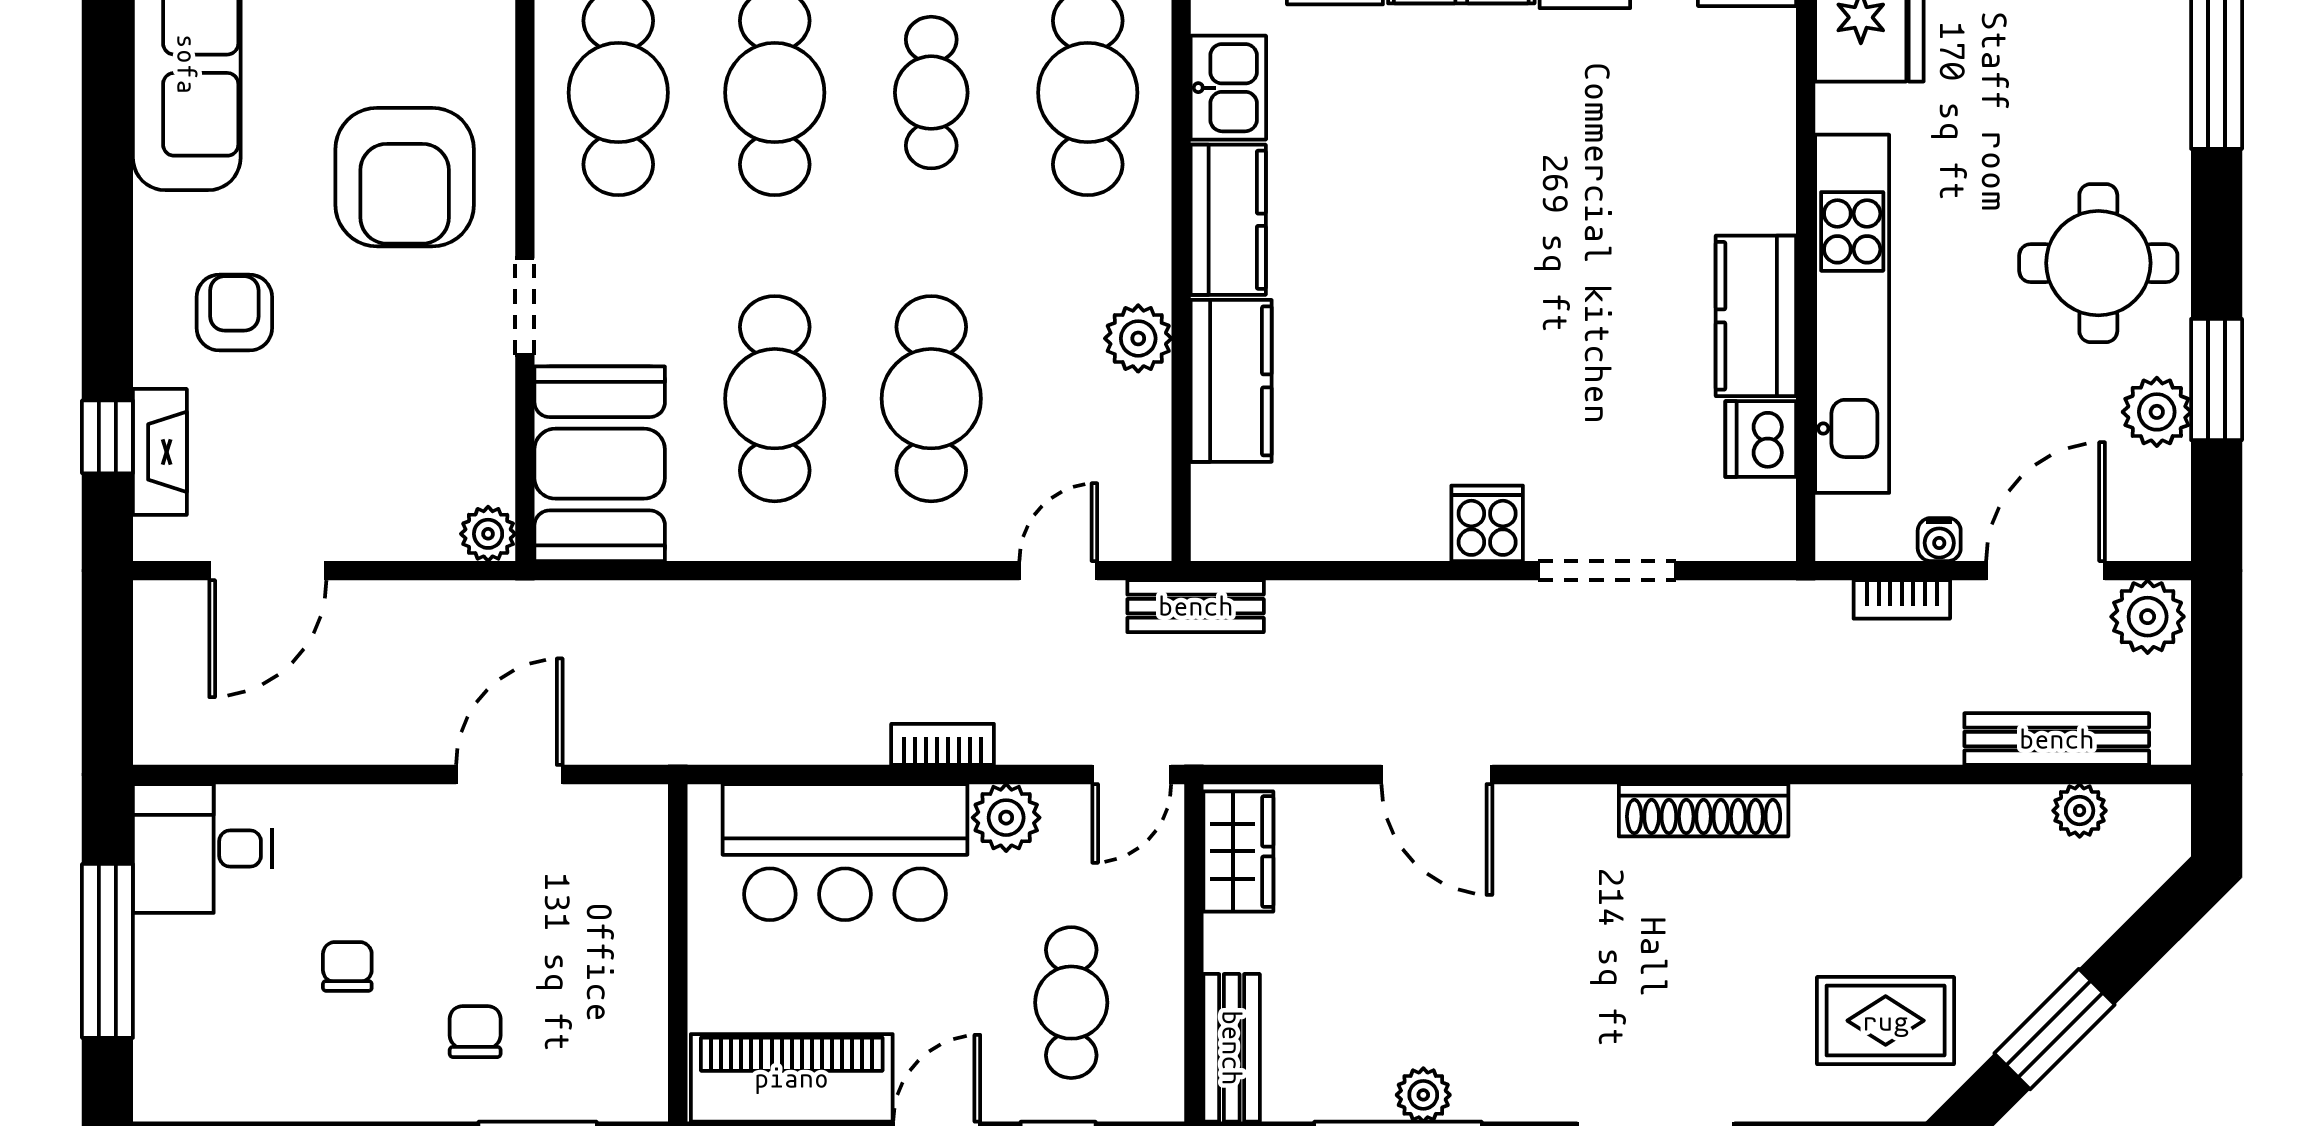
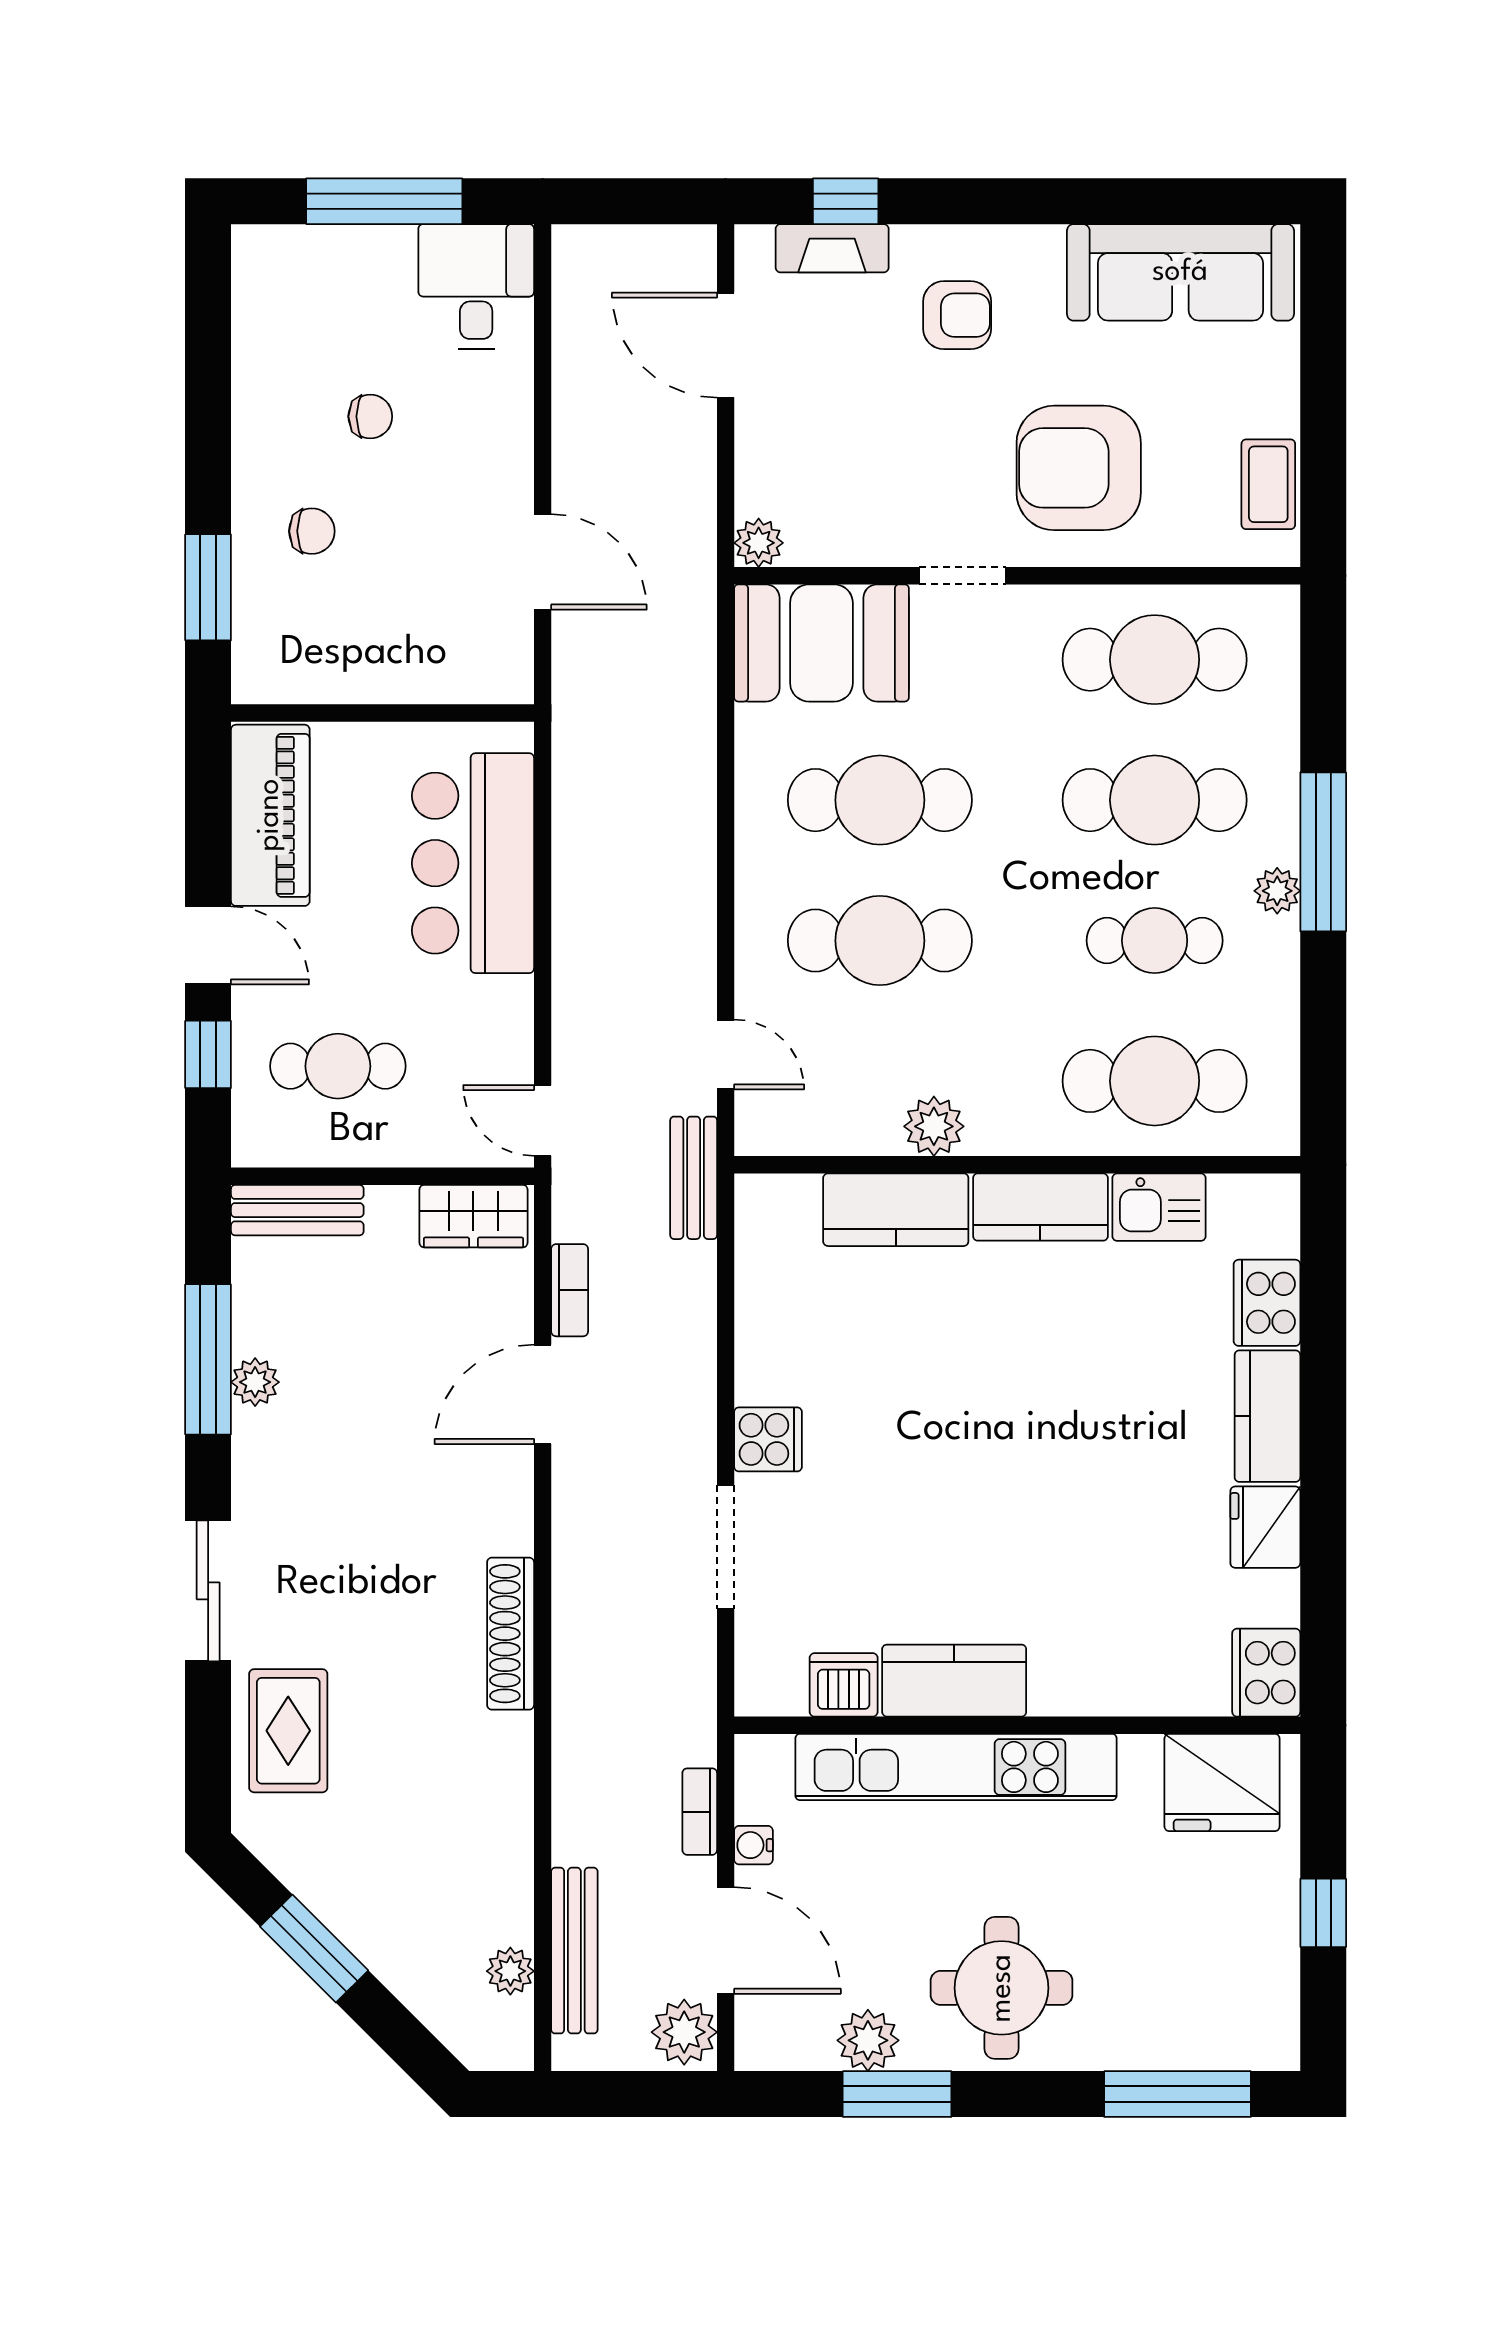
bookcase: (943, 744) -> (570, 1290), moved
plant: (1006, 818) -> (504, 1008), removed
rug: (1886, 1021) -> (288, 1731), moved

